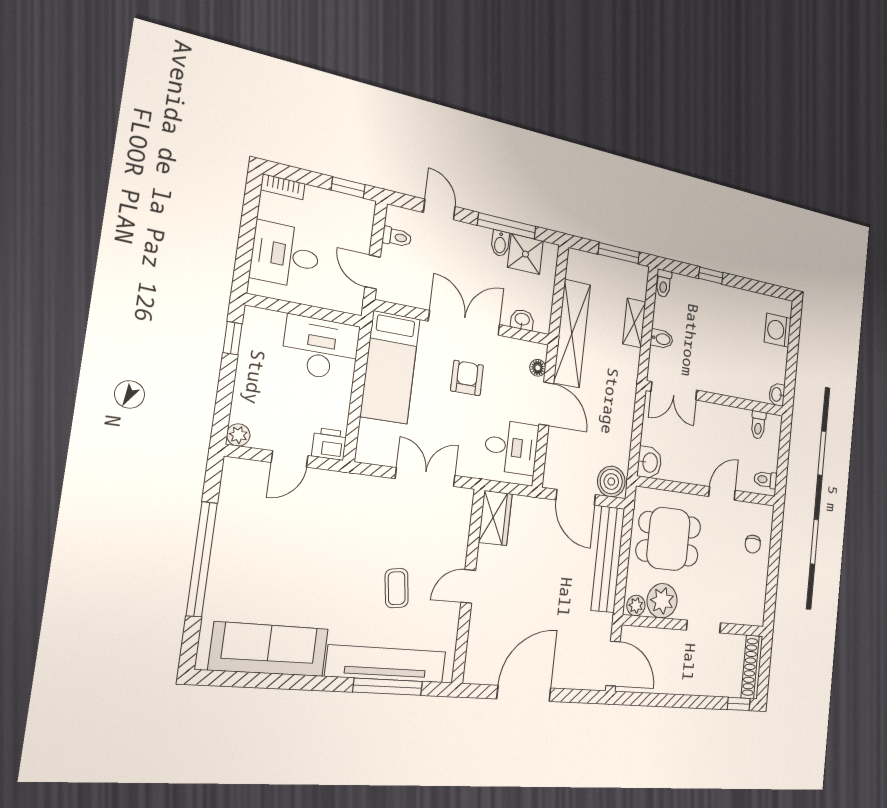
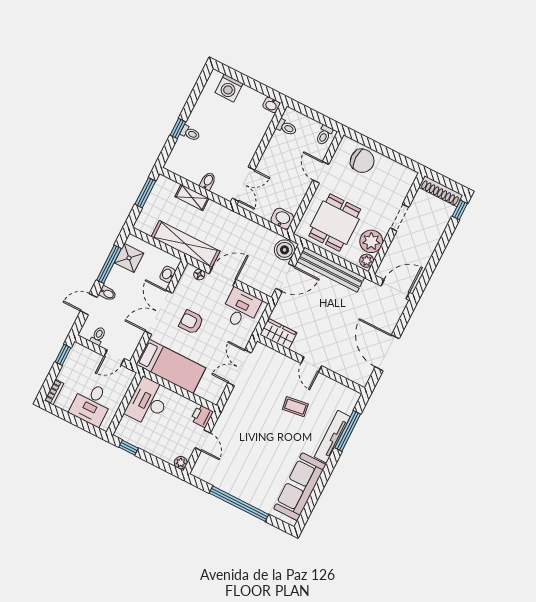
bidet: (500, 243) -> (108, 293), moved
toilet: (664, 283) -> (190, 133), moved
chair: (753, 544) -> (362, 161), width x1.87, depth x1.87
tv unit: (386, 664) -> (332, 437), width x0.73, depth x0.78

